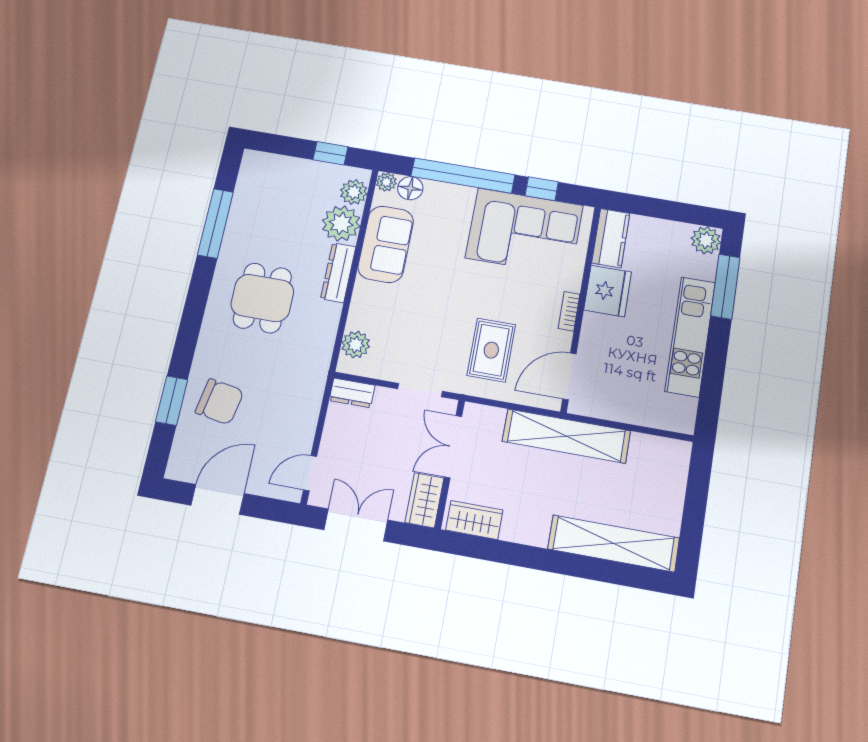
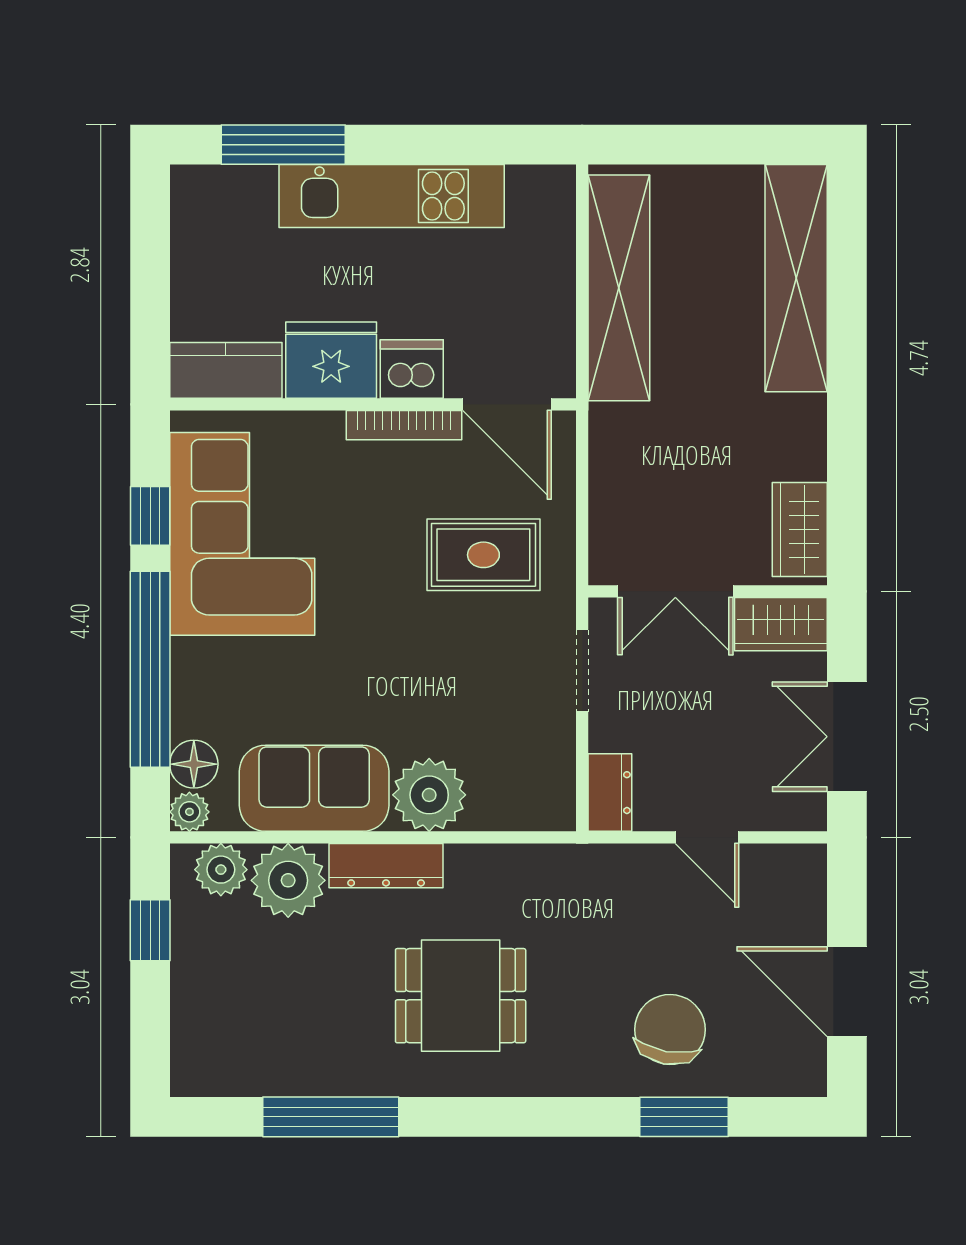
plant: (706, 240) -> (198, 193), removed
bookcase: (569, 311) -> (404, 425), width x1.56
dishwasher: (596, 331) -> (412, 369), added
plant: (356, 345) -> (429, 795), moved, width x1.36, depth x1.36
shelving: (566, 436) -> (619, 288), moved
door: (310, 473) -> (707, 837), moved

